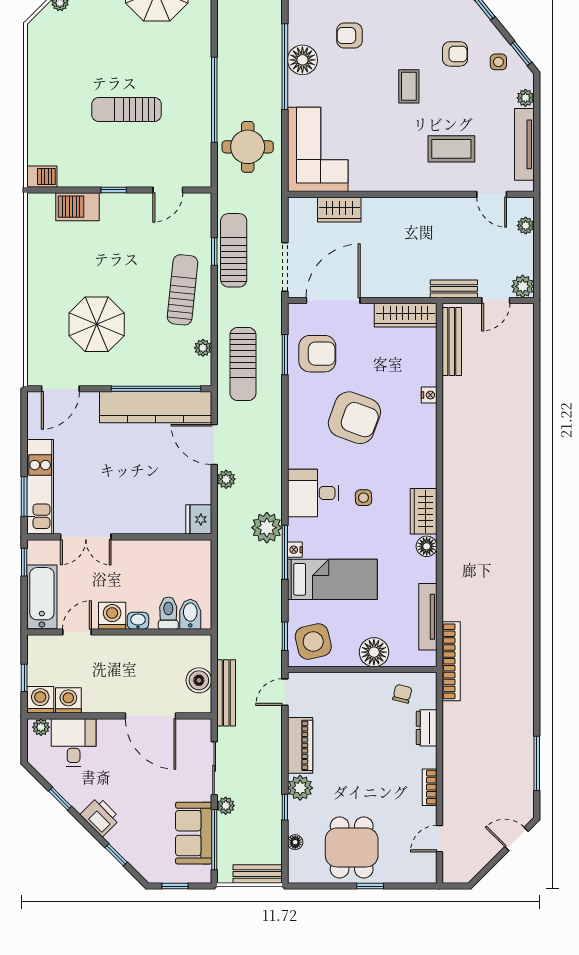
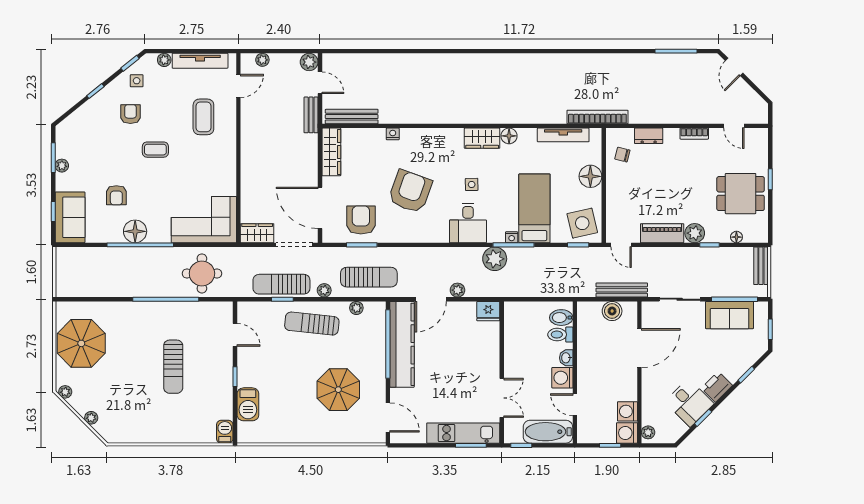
wardrobe: (339, 210) -> (257, 233), moved, turned -90
desk: (74, 742) -> (689, 403), moved, turned -135
plant: (226, 806) -> (324, 290), moved

